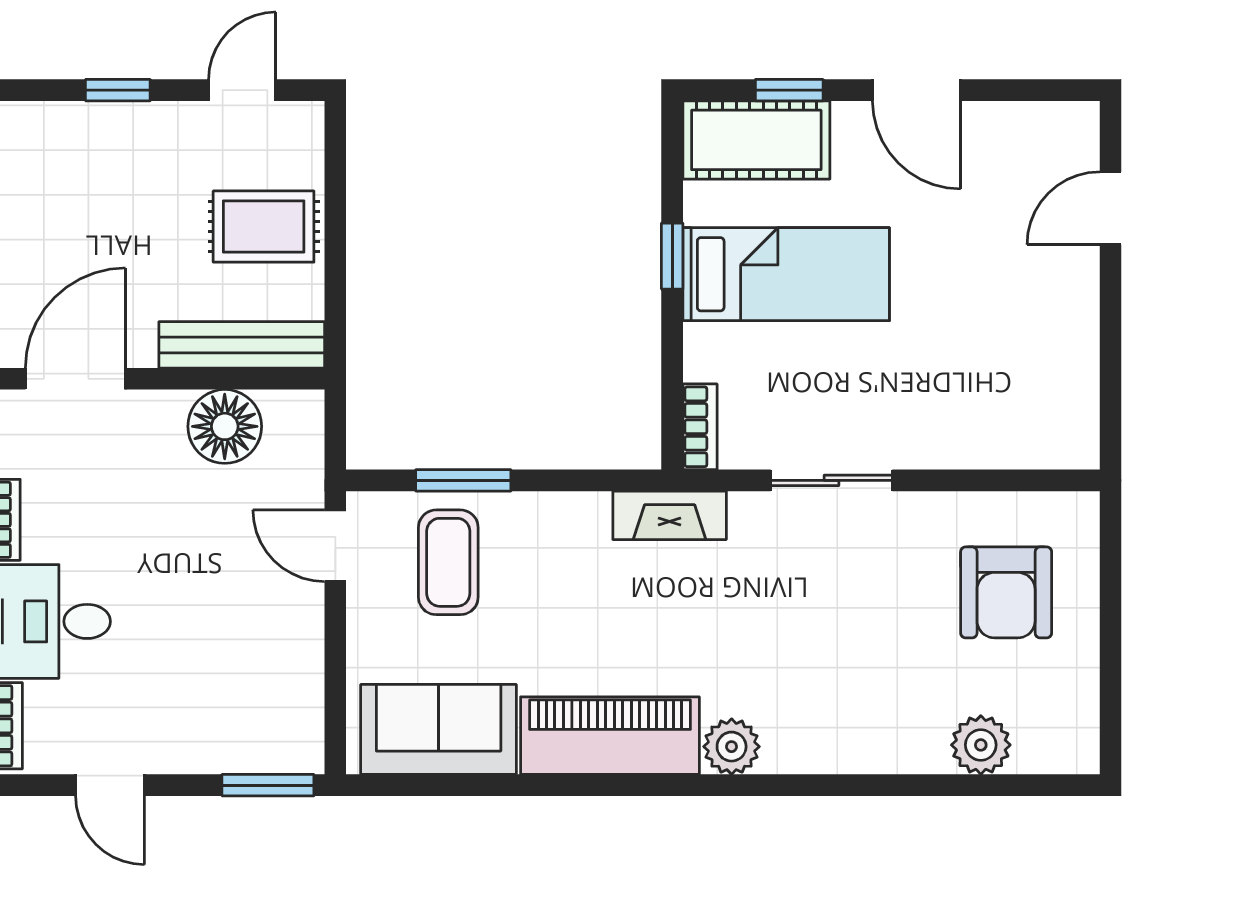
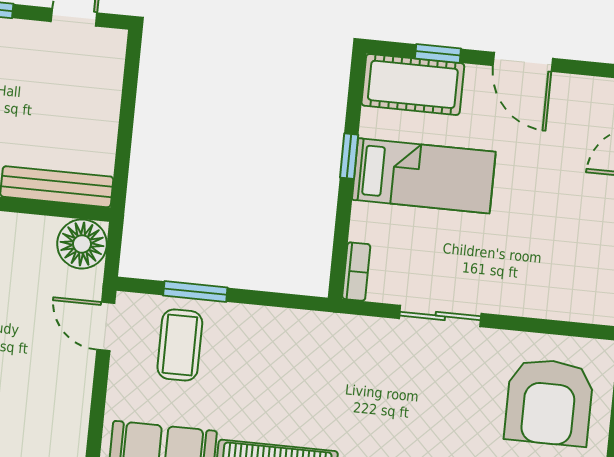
rug: (264, 227) -> (79, 109), removed
floor lamp: (225, 426) -> (82, 244), moved
fireplace: (670, 515) -> (330, 328), removed
armchair: (1006, 592) -> (549, 402), width x1.36, depth x1.36

